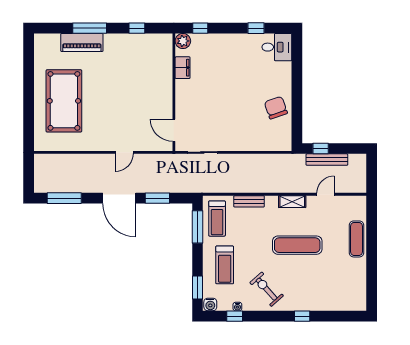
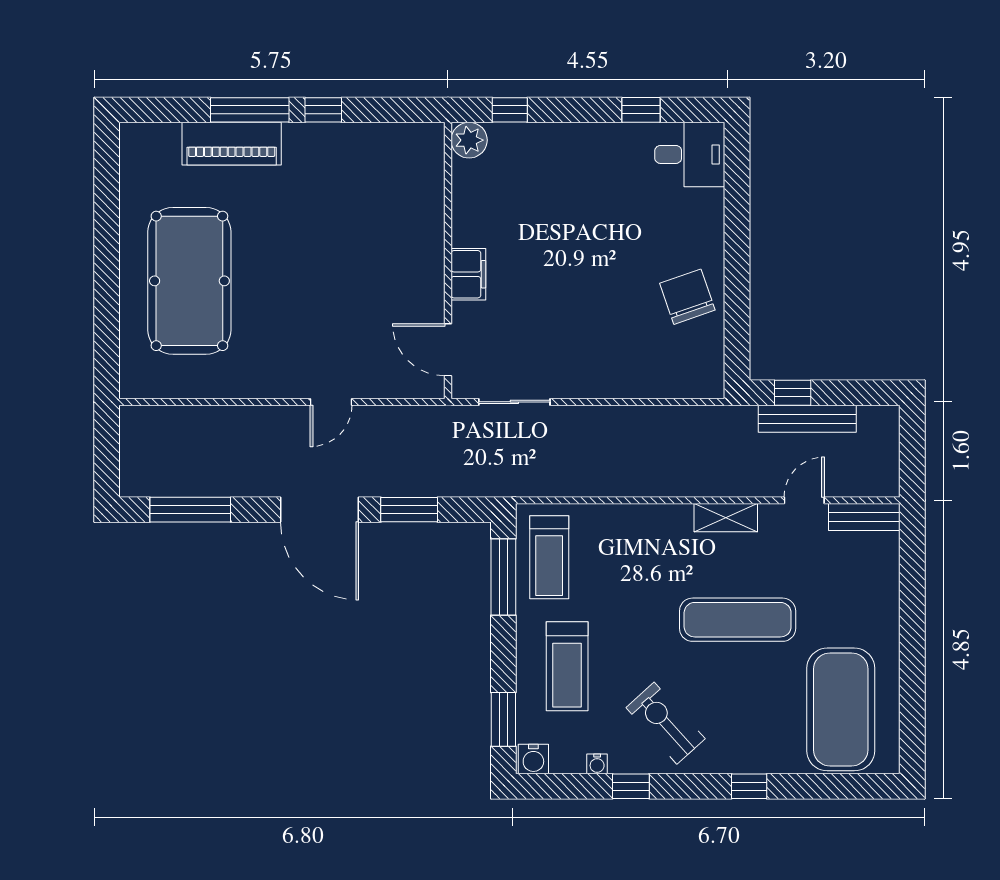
window: (137, 28) -> (323, 110), moved
filing cabinet: (183, 68) -> (468, 274), moved
bench: (249, 201) -> (864, 517), moved
exercise mat: (357, 239) -> (841, 709), moved, width x2.00, depth x1.45
window: (235, 316) -> (631, 786), moved

